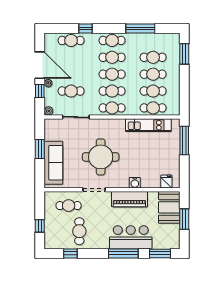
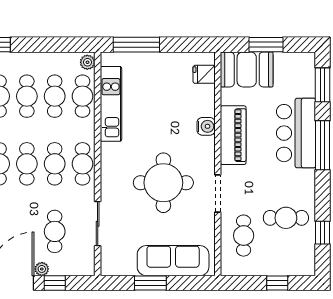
plant: (49, 111) -> (87, 62), moved

